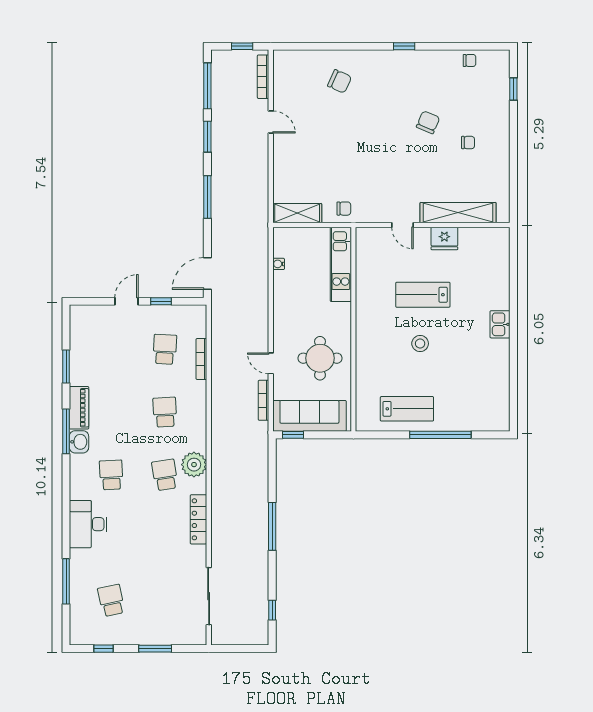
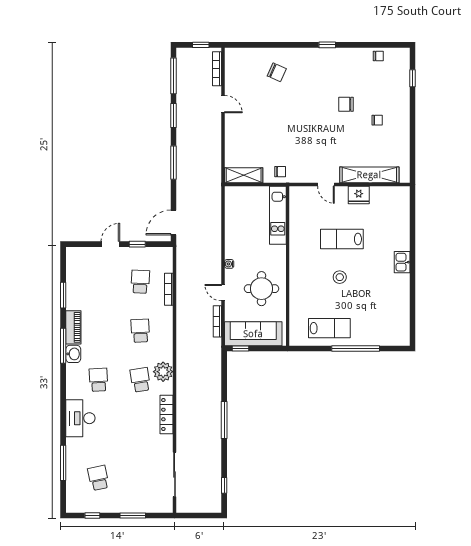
chair: (428, 122) -> (346, 104), turned -113
water cooler: (279, 264) -> (229, 264), moved

